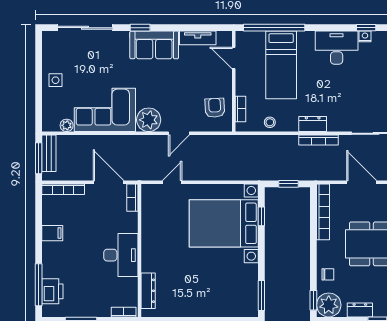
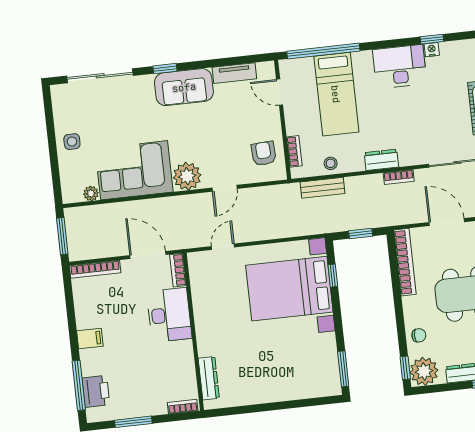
bookcase: (319, 140) -> (399, 177), width x0.64
bench: (49, 153) -> (322, 188), moved, turned 90
filing cabinet: (52, 233) -> (90, 339), moved
desk: (121, 255) -> (169, 315), moved

